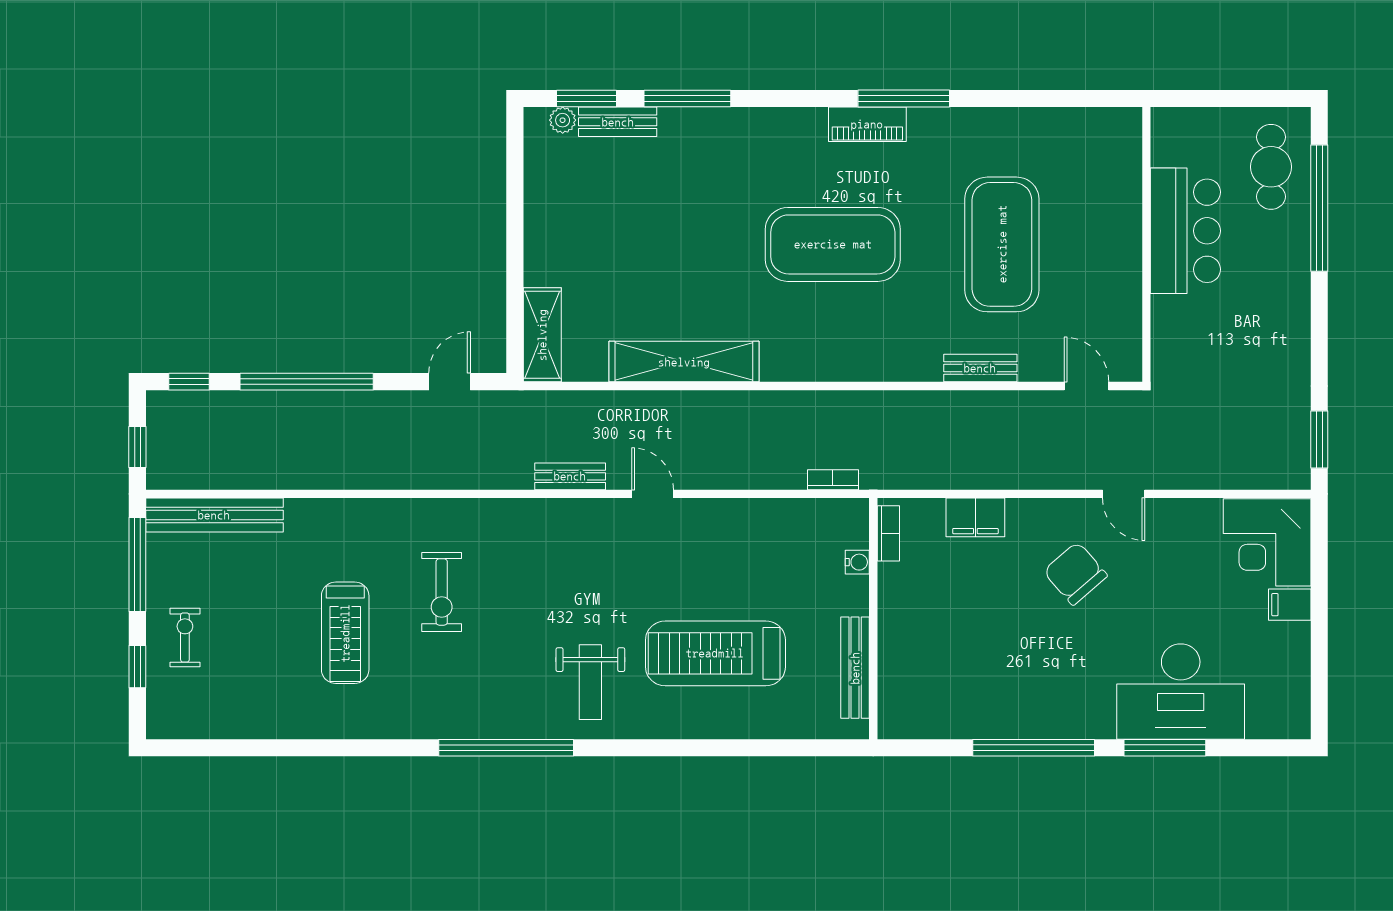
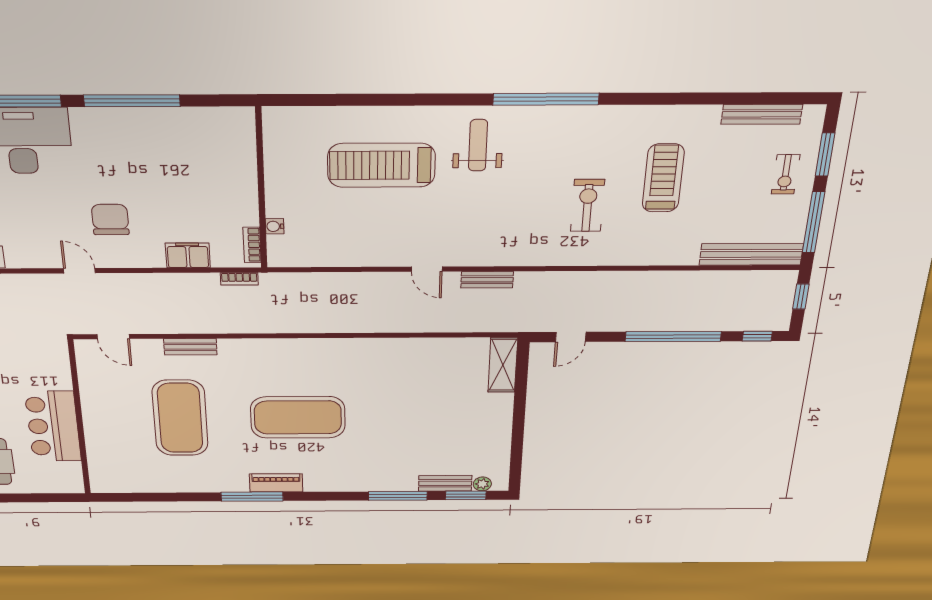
shelving: (684, 362) -> (403, 350), removed
bookcase: (833, 480) -> (239, 279), moved
chair: (1075, 574) -> (110, 220), turned -139
treadmill: (715, 653) -> (381, 165), turned 180
window: (137, 667) -> (825, 155), width x1.50
bench: (855, 668) -> (762, 114), moved, turned 90

